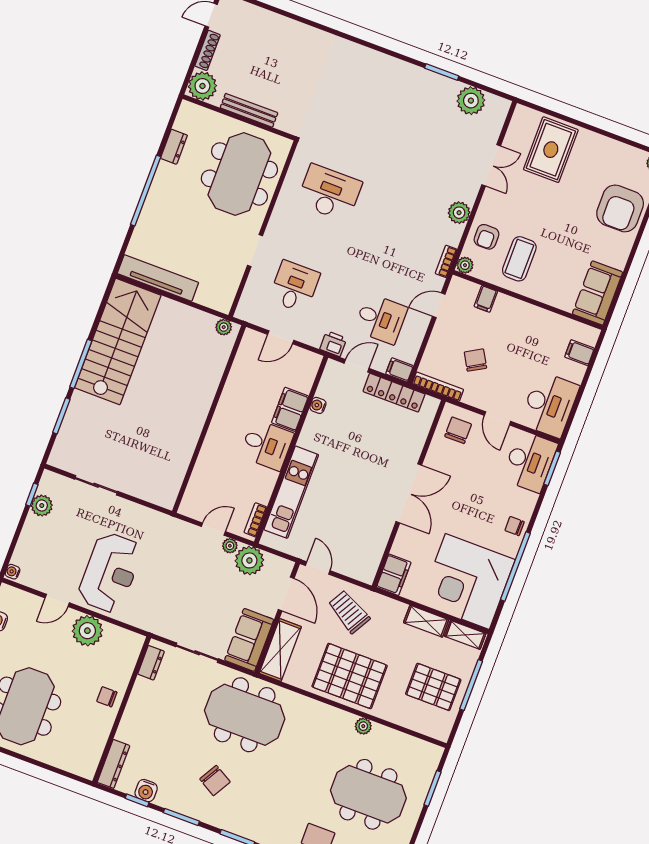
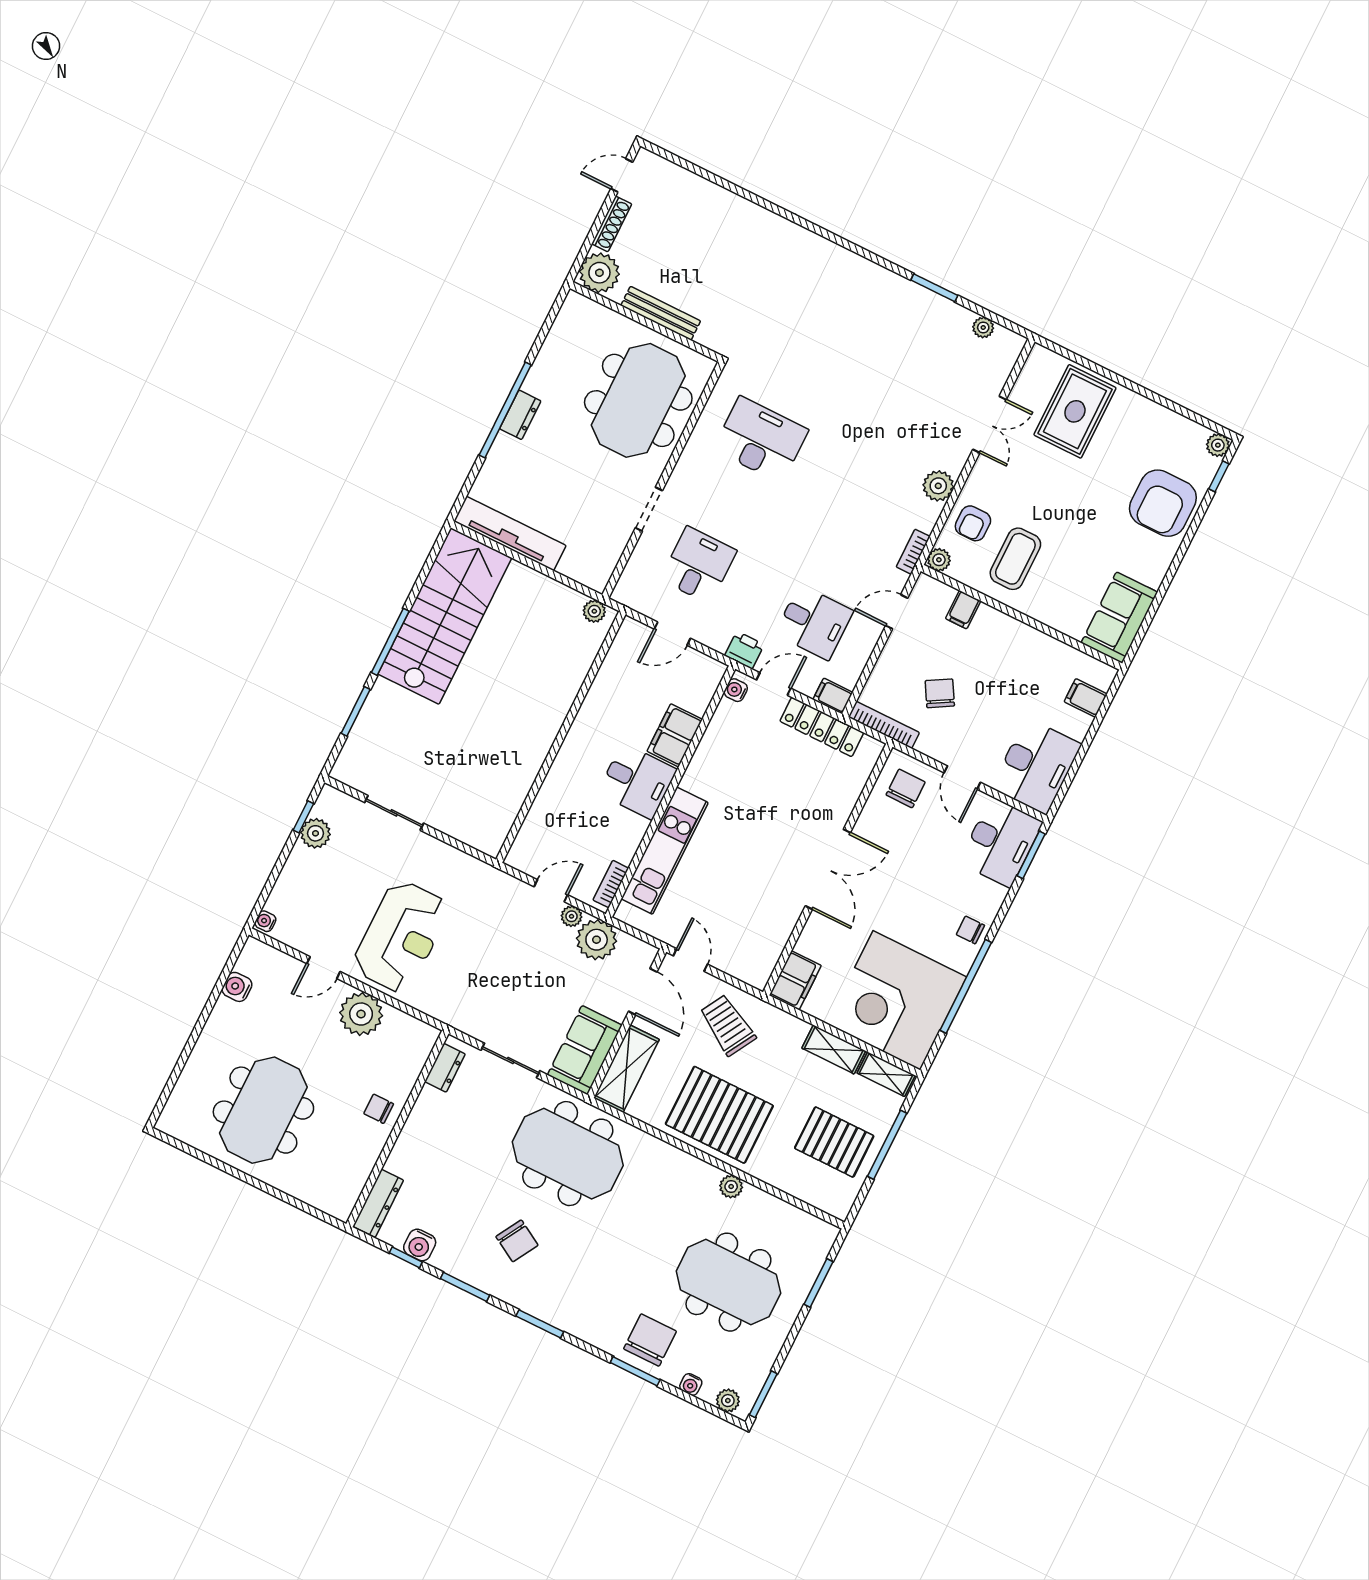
plant: (471, 101) -> (983, 327), width x0.53, depth x0.53
dresser: (174, 147) -> (520, 415), moved
water cooler: (318, 405) -> (736, 690), moved

